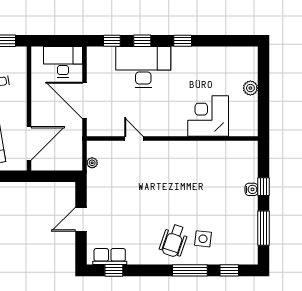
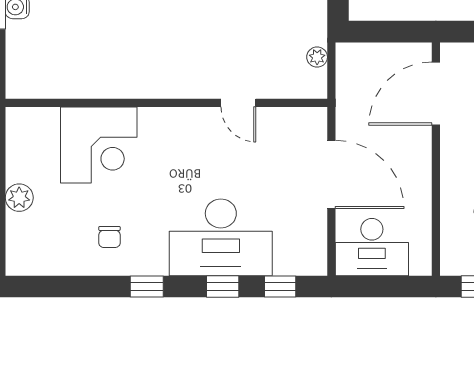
chair: (202, 67) -> (109, 237), added

